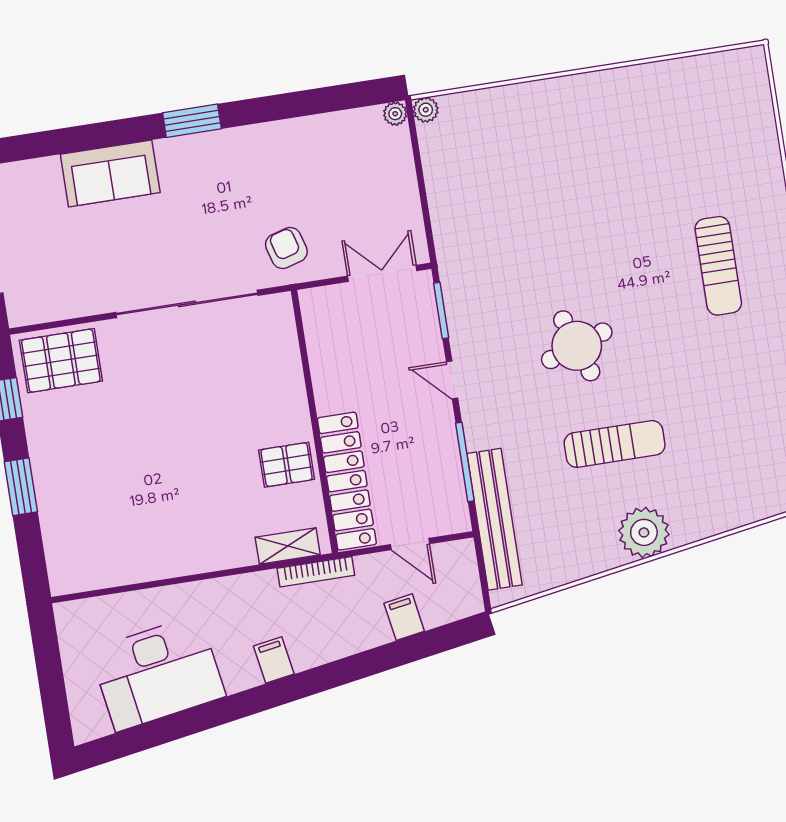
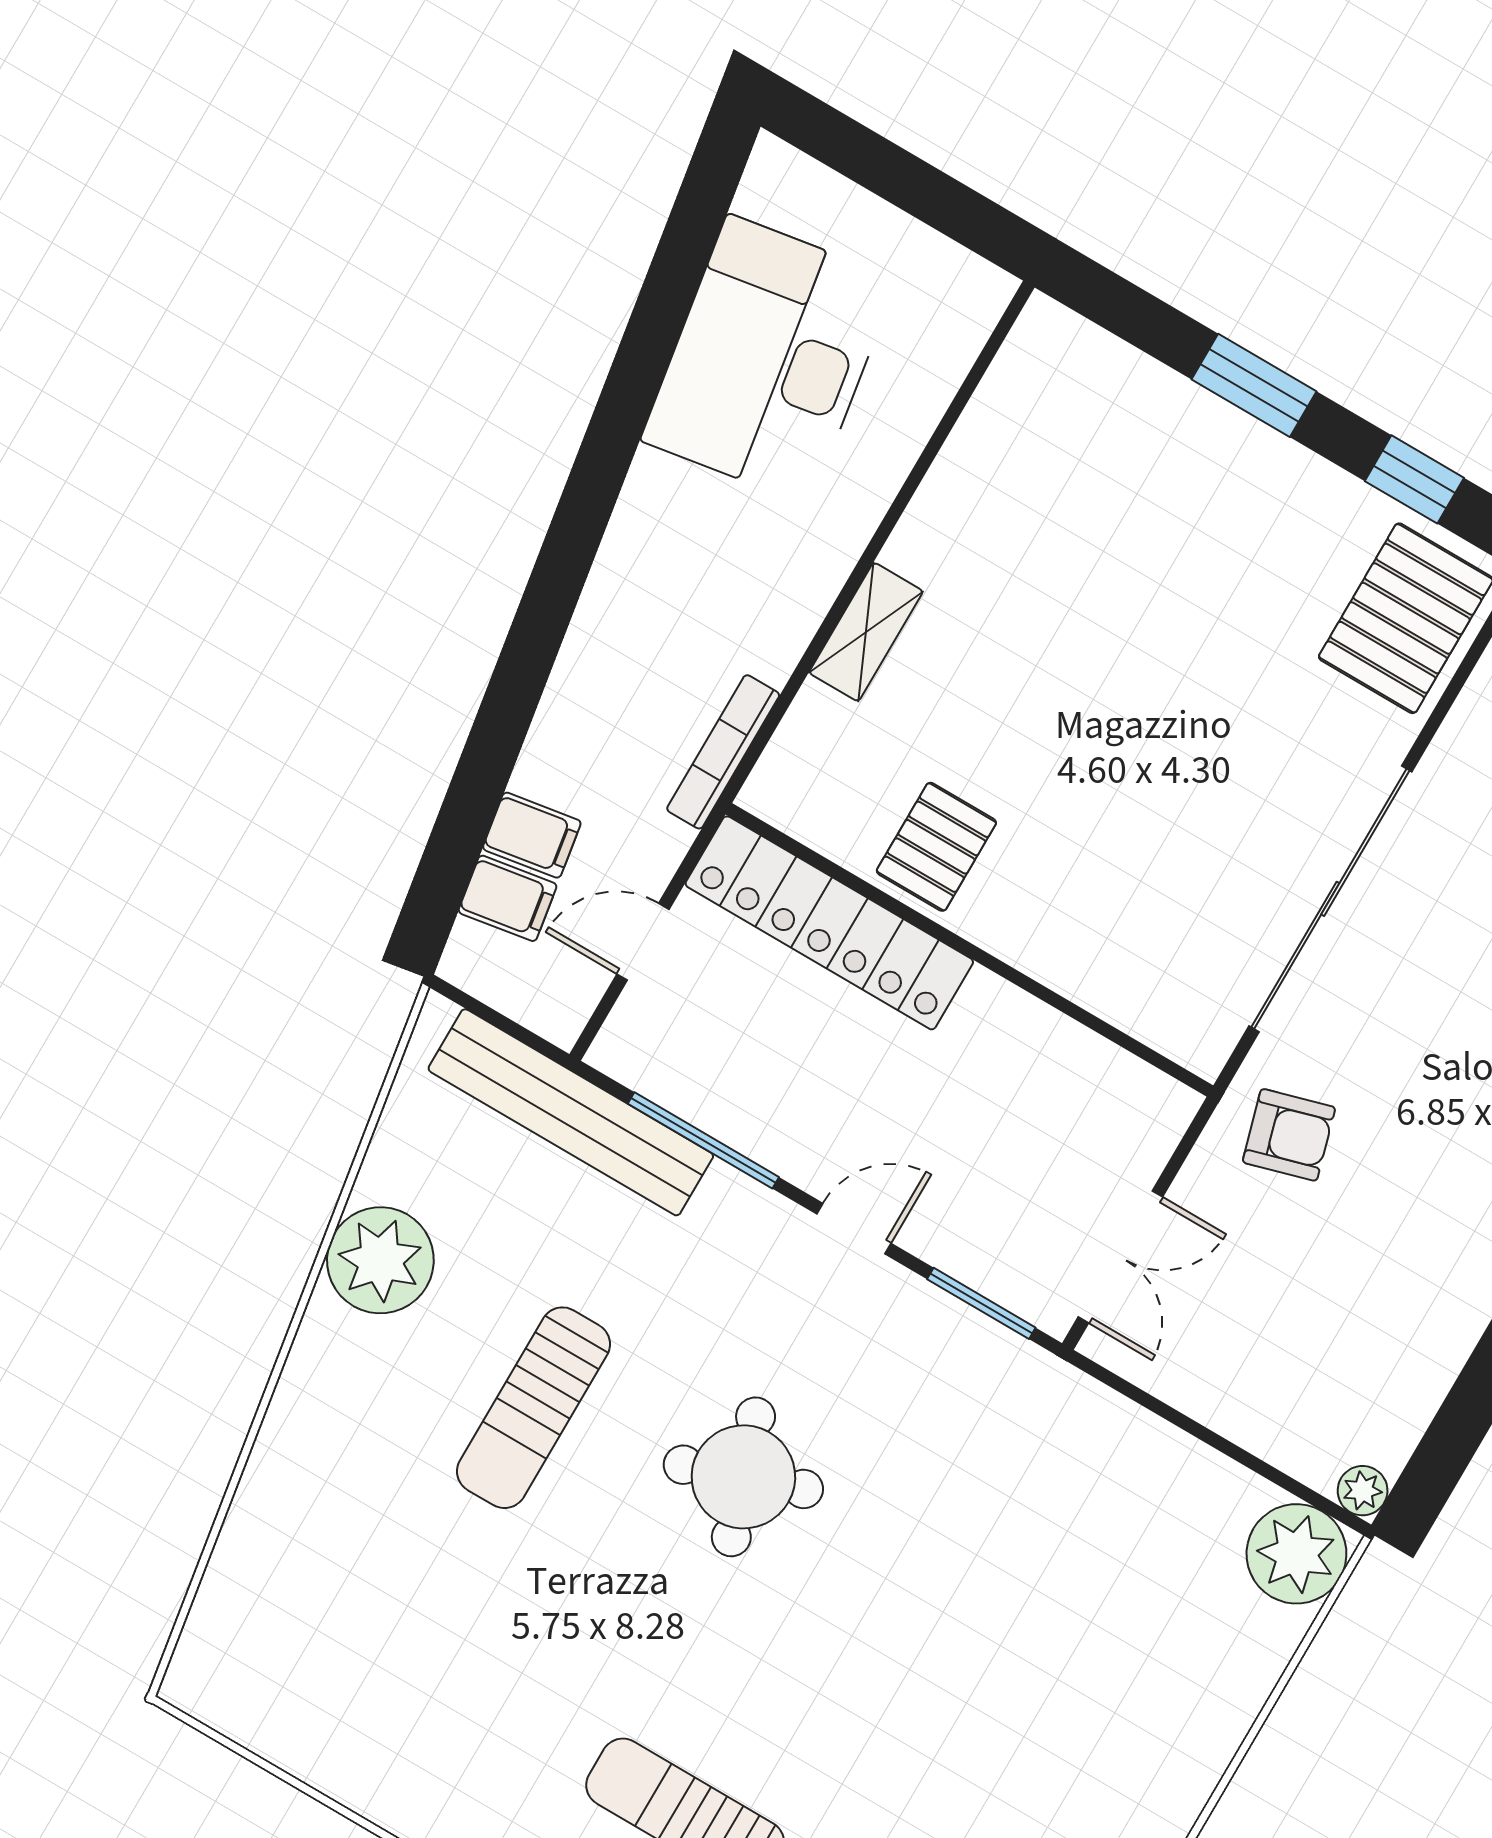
plant: (426, 110) -> (1296, 1554), width x1.88, depth x1.88
plant: (644, 532) -> (380, 1260), moved
shelving: (288, 546) -> (866, 632), moved
filing cabinet: (274, 660) -> (508, 898), moved

